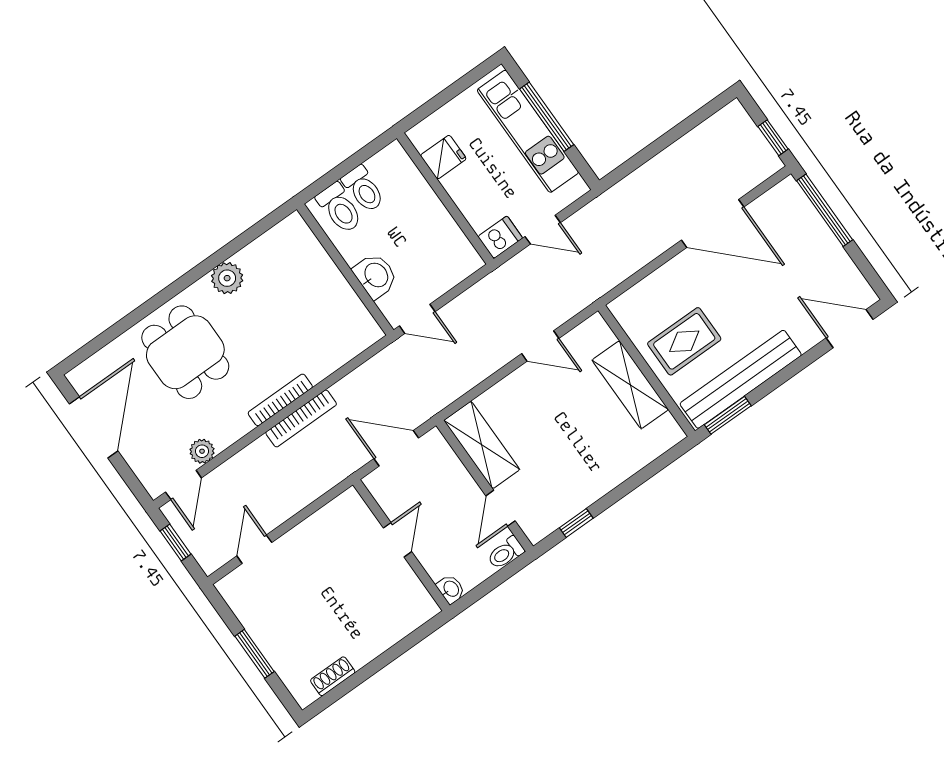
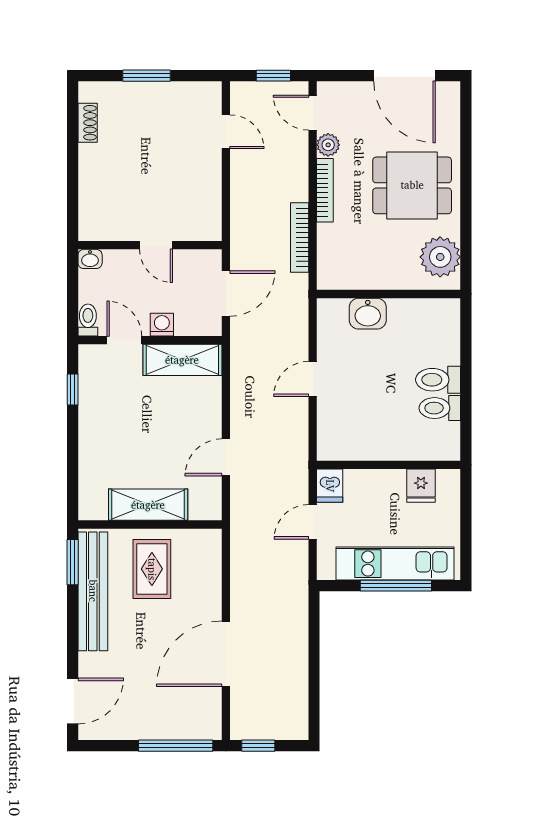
wall: (345, 270) -> (389, 294), moved
washbasin: (376, 276) -> (368, 314), moved
plant: (227, 278) -> (440, 257), width x1.36, depth x1.36
bookcase: (280, 400) -> (325, 190), moved
washing machine: (464, 485) -> (162, 325), added

